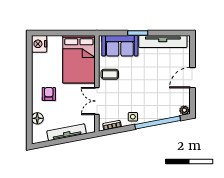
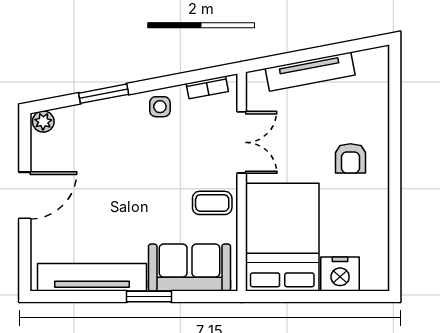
nightstand: (39, 44) -> (340, 274), moved, turned 90
floor lamp: (37, 118) -> (376, 103), removed
window: (158, 123) -> (104, 94), width x0.47

